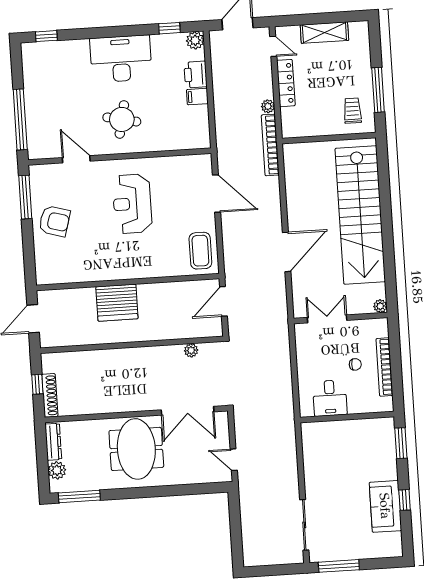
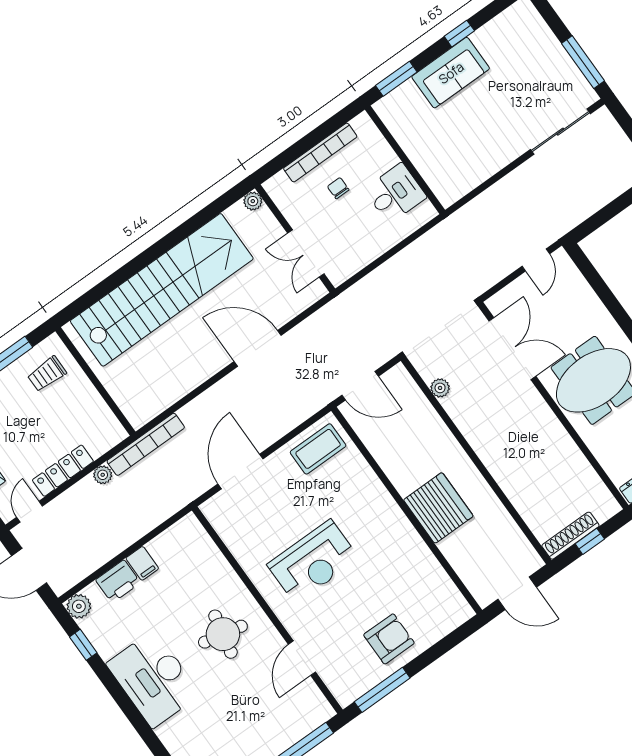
armchair: (54, 221) -> (389, 639), turned 74
shoe rack: (50, 395) -> (570, 536), moved
sofa: (385, 506) -> (451, 73), moved

